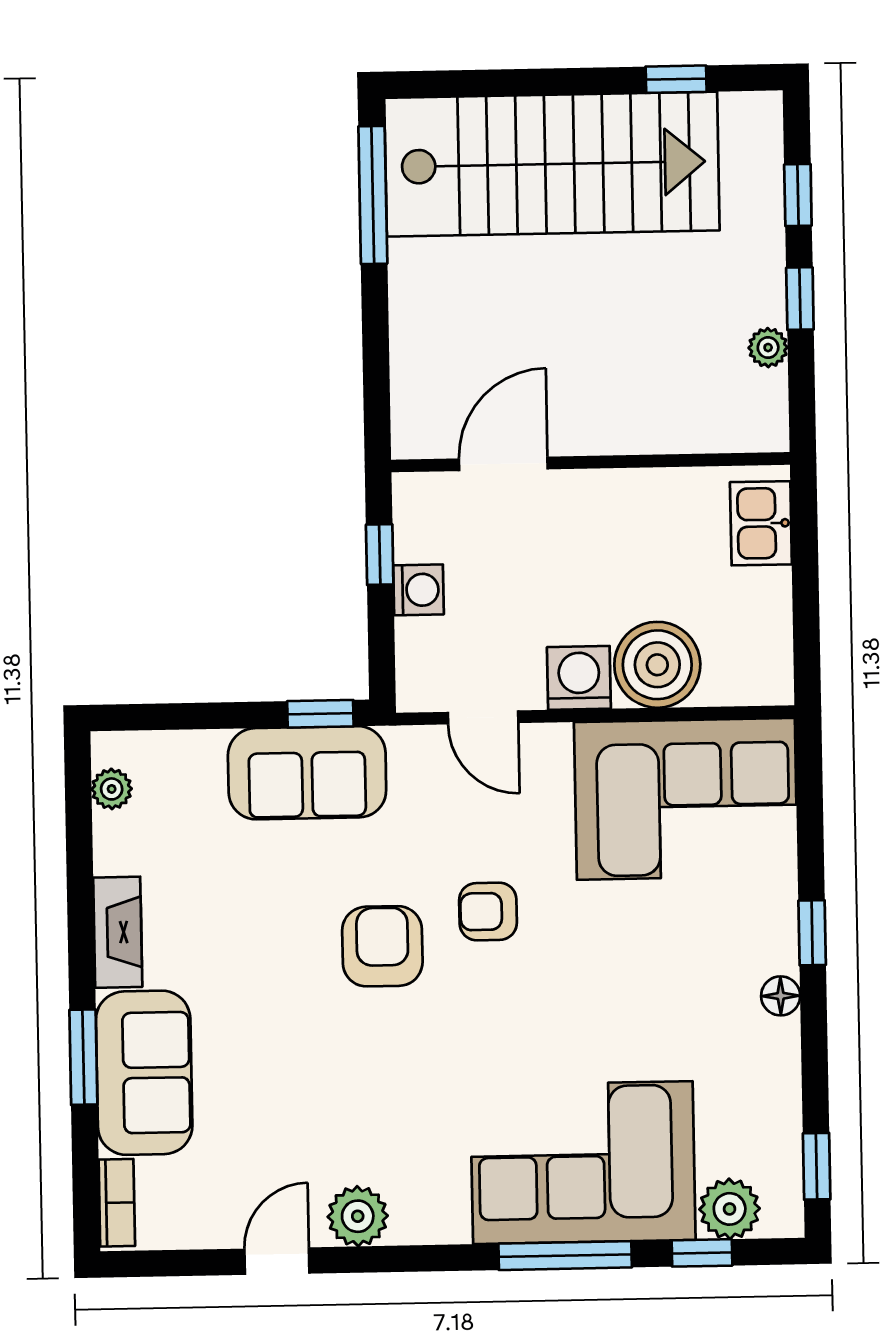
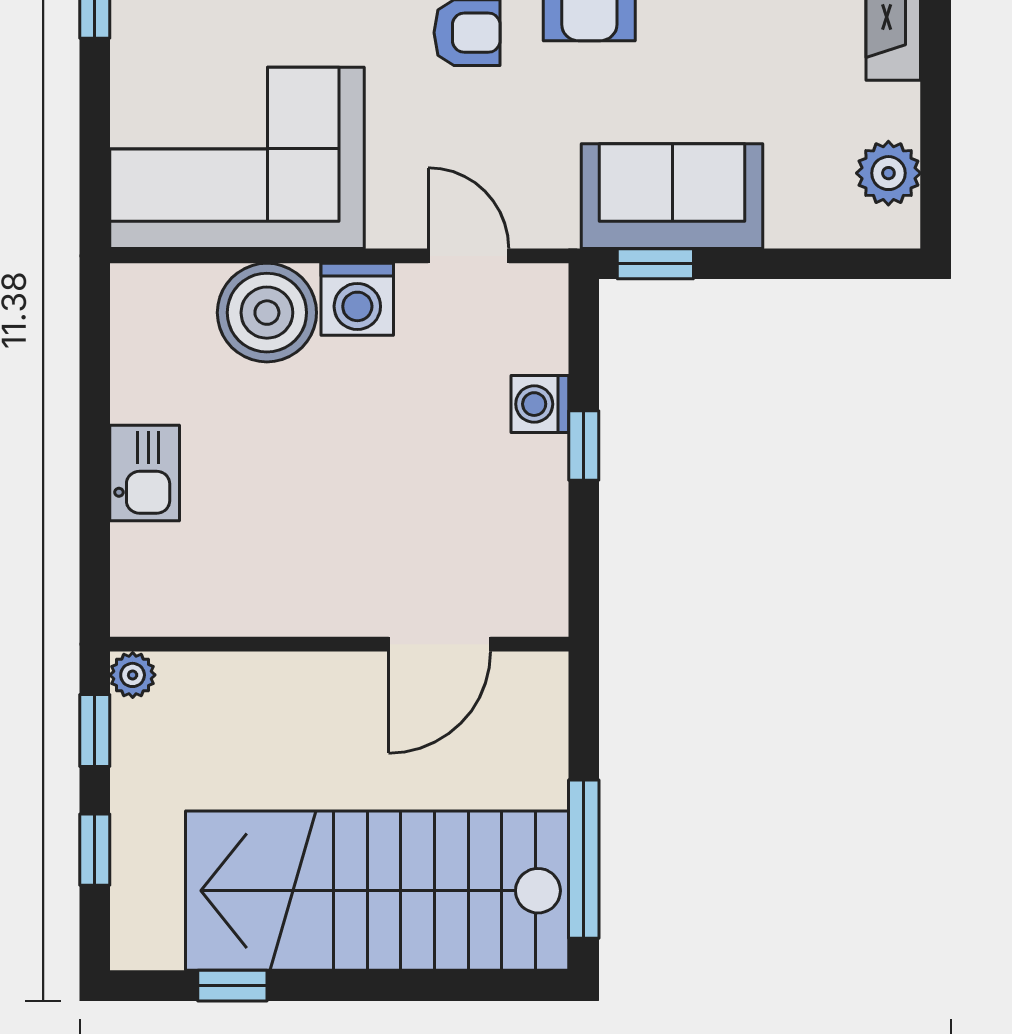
wall: (590, 462) -> (339, 644), moved
door: (503, 464) -> (440, 644), moved
plant: (112, 789) -> (888, 173), width x1.38, depth x1.38

